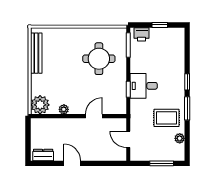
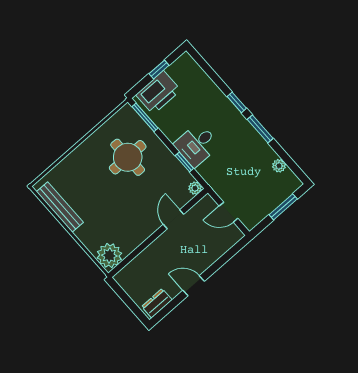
printer: (142, 34) -> (158, 93), width x1.87, depth x1.48
plant: (64, 109) -> (195, 188), moved
rug: (167, 118) -> (248, 157), removed

